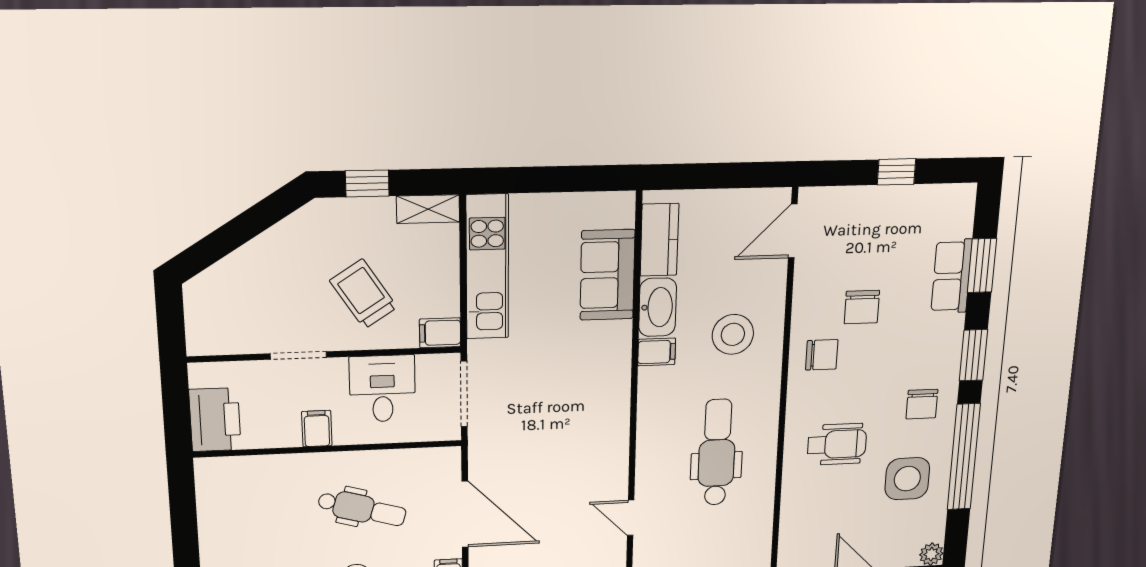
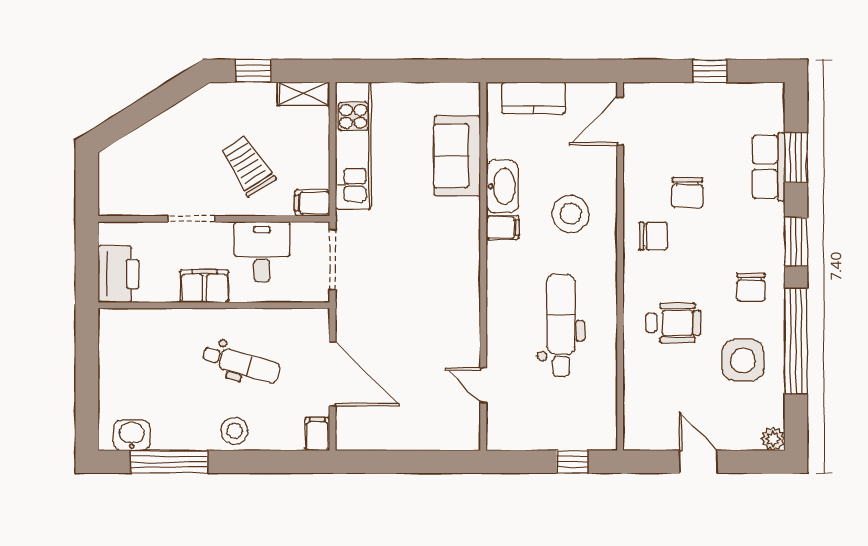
kitchen counter: (659, 240) -> (534, 98), moved, turned 90
filing cabinet: (317, 429) -> (204, 286), width x2.00

